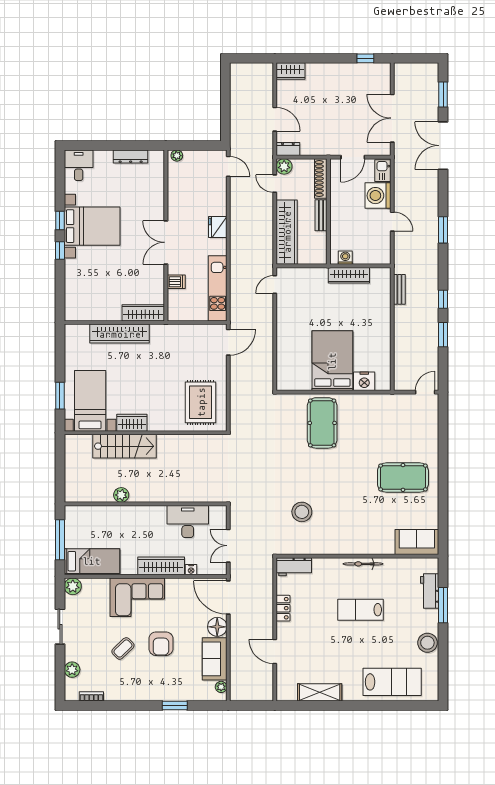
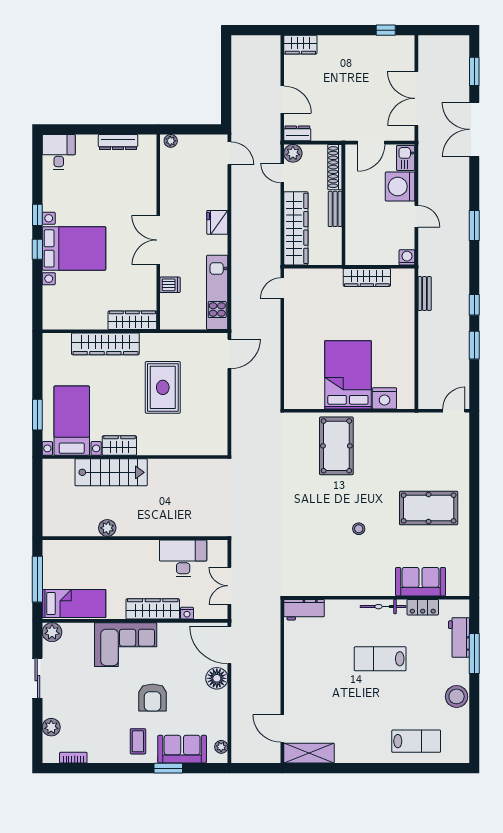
bed with nightstands: (92, 226) -> (74, 248), moved
washing machine: (345, 258) -> (407, 257), moved
rug: (201, 402) -> (163, 387), moved
stool: (302, 512) -> (359, 529), moved, width x0.53, depth x0.53
sofa: (417, 542) -> (421, 582), moved
locker: (283, 608) -> (423, 607), moved, turned 90
coffee table: (123, 648) -> (138, 741), moved, turned -46
door: (275, 651) -> (282, 728), moved
sofa: (215, 659) -> (182, 749), moved, turned 90
lab bench: (392, 682) -> (416, 741), width x0.73, depth x0.72
shelving: (320, 692) -> (309, 753), moved

